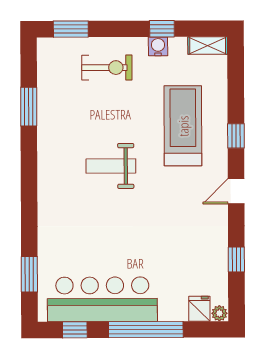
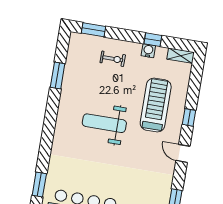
exercise bike: (107, 68) -> (113, 59), width x0.73, depth x0.72
weight bench: (111, 166) -> (104, 123), width x1.36, depth x1.33
door: (236, 191) -> (183, 153), hinge flipped

